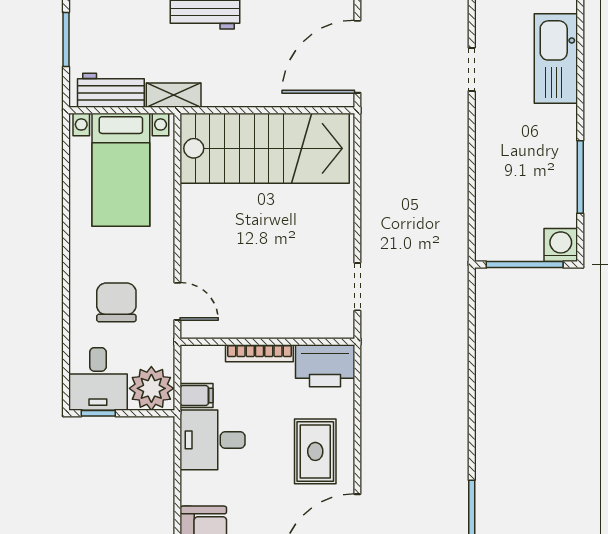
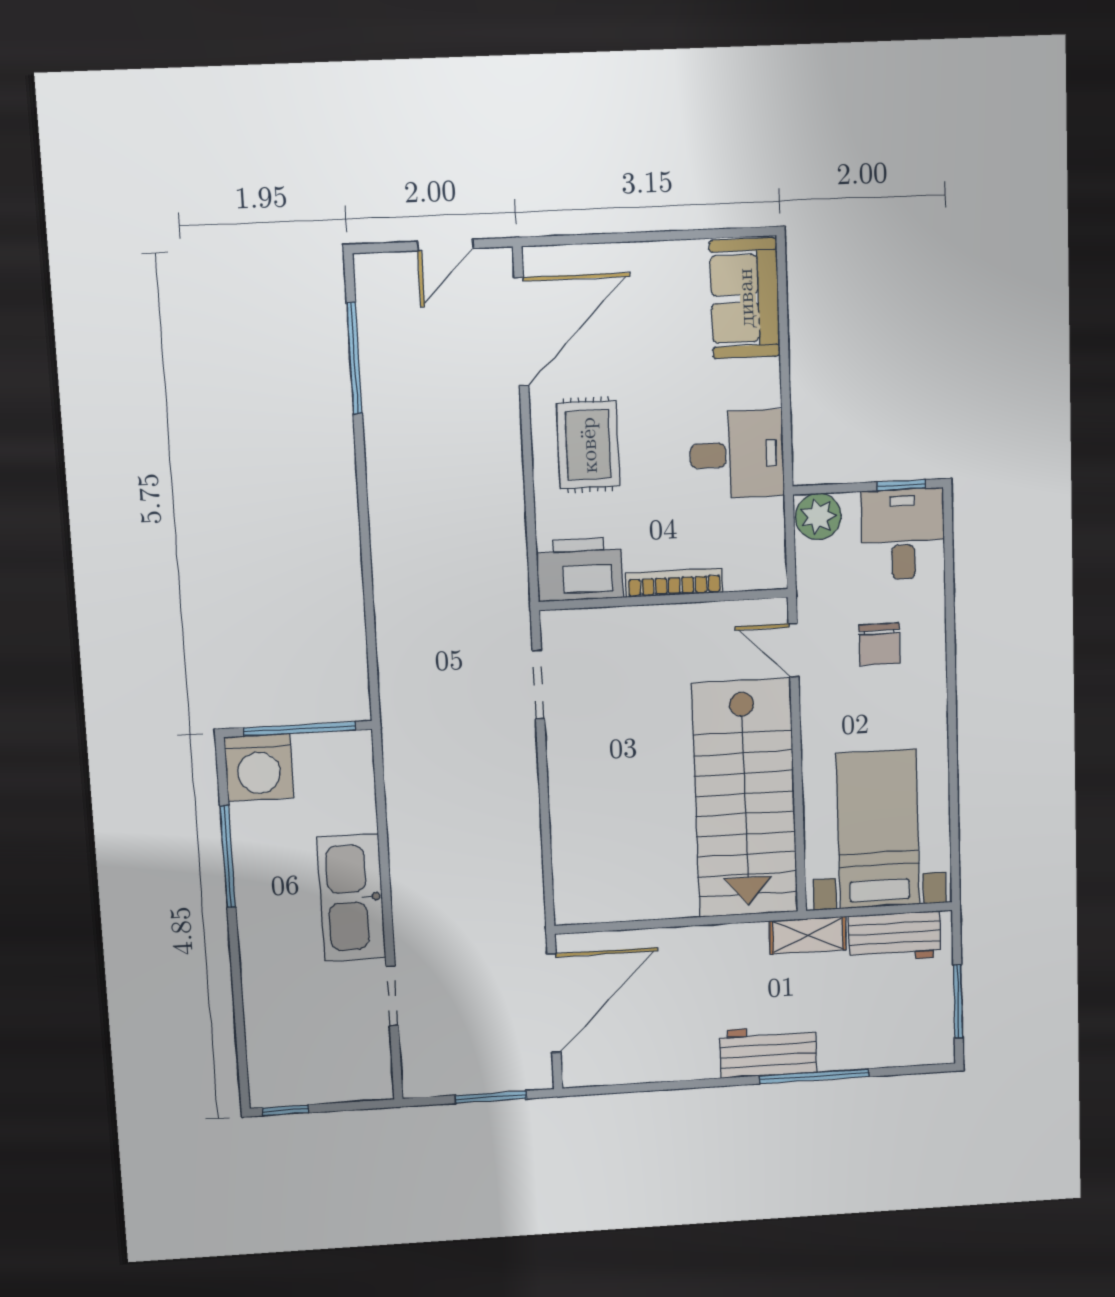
kitchen sink: (556, 58) -> (352, 897), moved, turned 180
stairs: (265, 148) -> (745, 798), moved, turned -90
washing machine: (561, 245) -> (259, 768), width x1.37, depth x1.37
chair: (116, 302) -> (880, 644), width x0.73, depth x0.73
plant: (151, 388) -> (818, 517), width x0.73, depth x0.73
filing cabinet: (196, 395) -> (762, 517), removed

